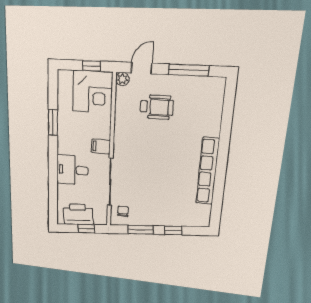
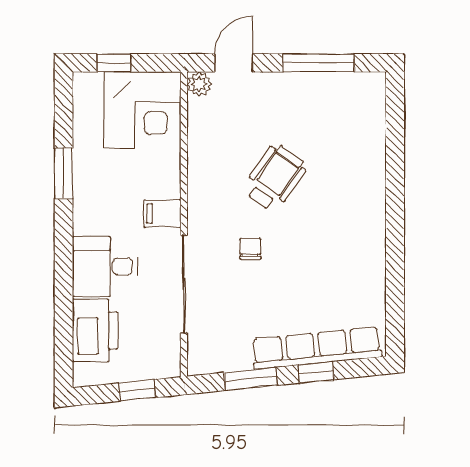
window: (91, 66) -> (114, 63), moved
wheelchair: (157, 107) -> (275, 178), moved, turned -55
row of seats: (208, 171) -> (317, 348), moved, turned 84
chair: (123, 211) -> (250, 249), moved
printer: (78, 214) -> (95, 330), moved, turned 96

